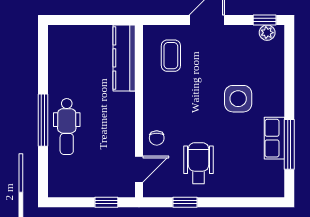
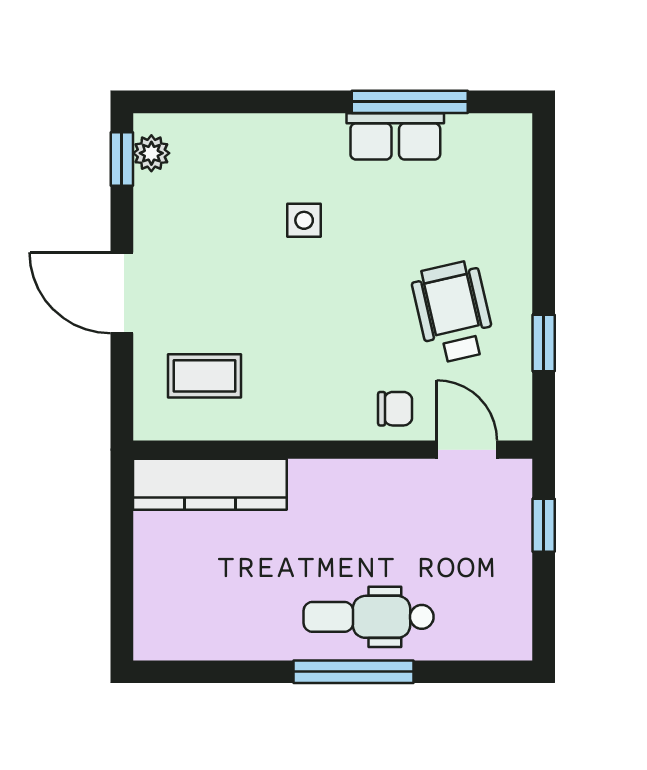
side table: (238, 99) -> (304, 220), width x0.54, depth x0.54
dental chair: (67, 127) -> (369, 617), turned 180
wheelchair: (199, 163) -> (453, 312), turned 77

